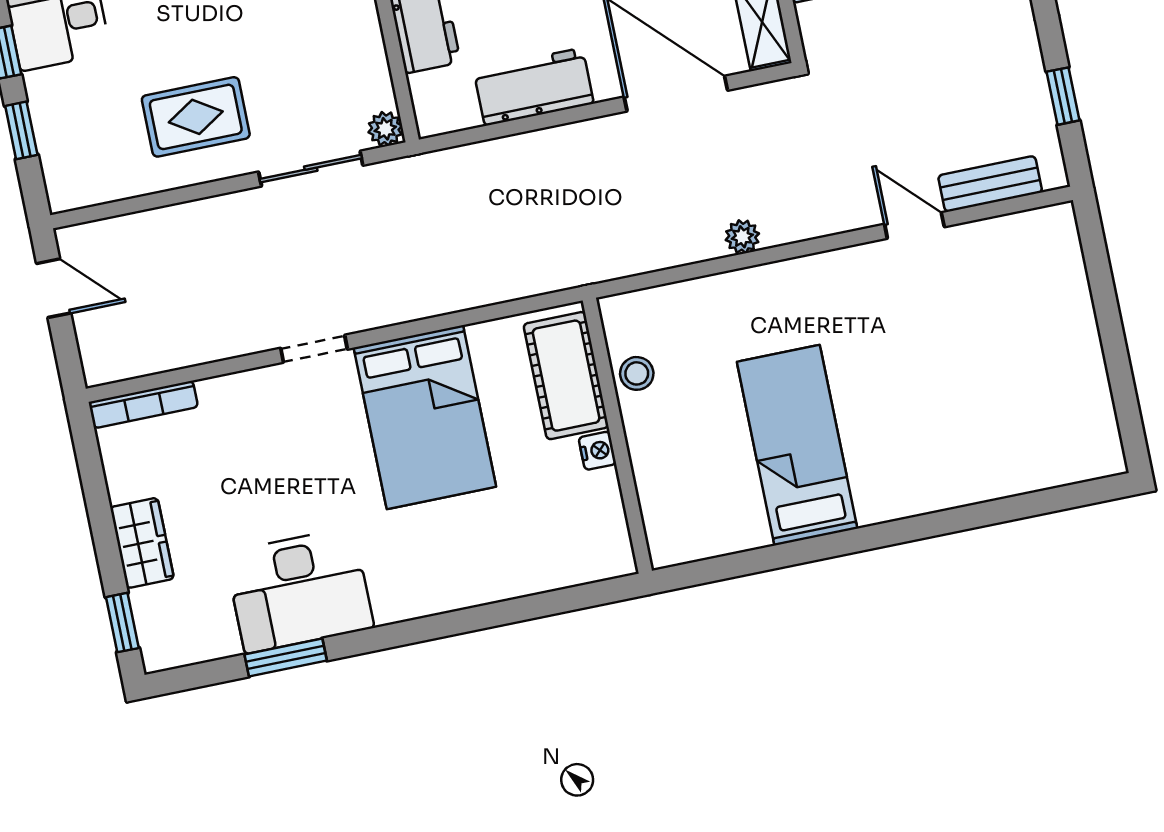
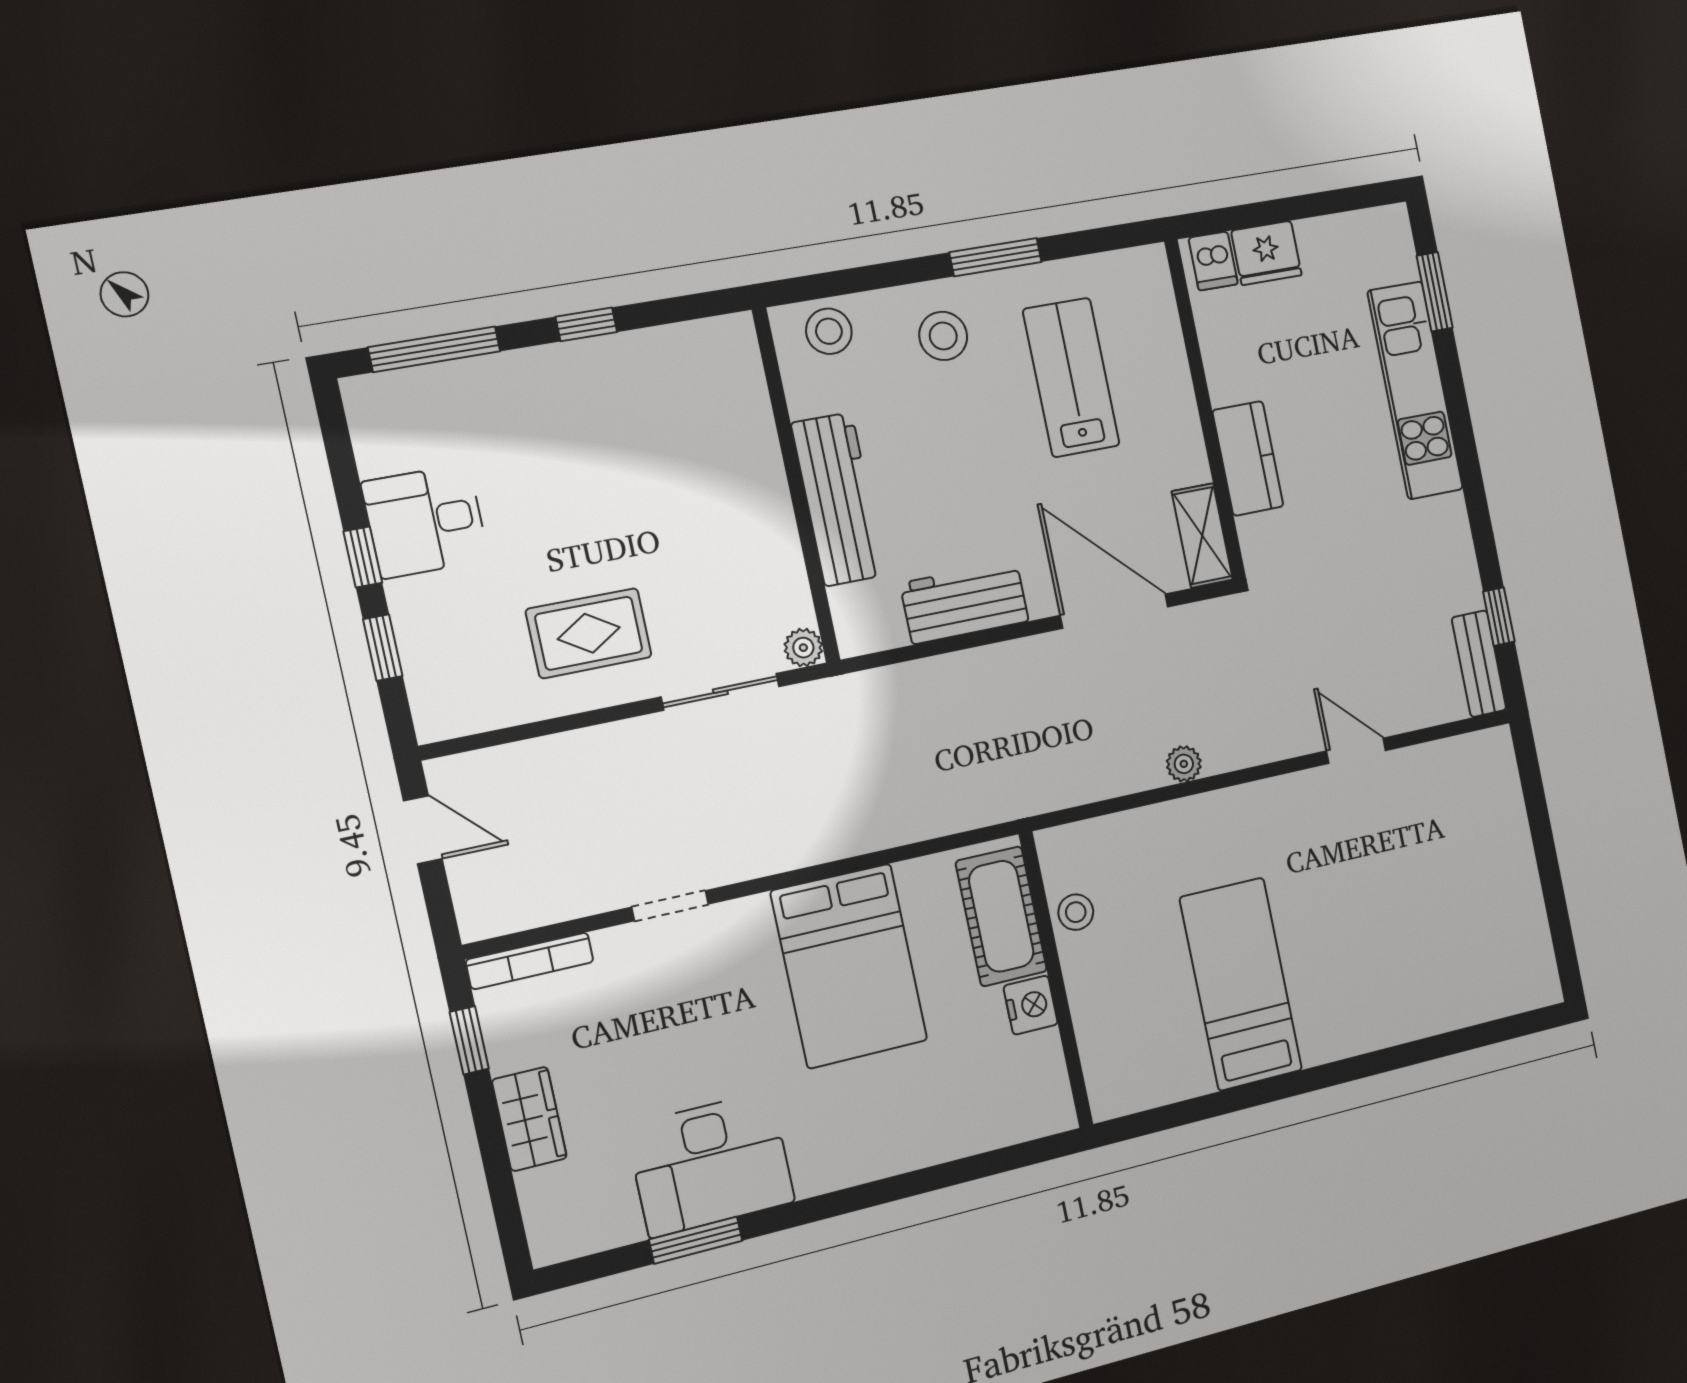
bench: (990, 184) -> (1479, 664), moved, turned 90
doorway: (314, 349) -> (670, 906), moved
nightstand: (597, 451) -> (1031, 1005), width x1.39, depth x1.35
window: (122, 623) -> (469, 1040), moved

